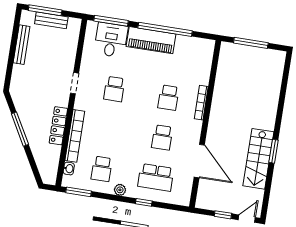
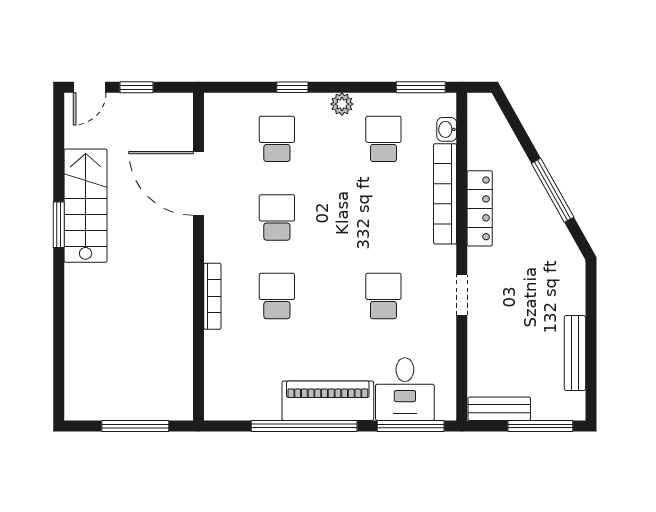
bench: (51, 20) -> (499, 409), moved
school desk: (156, 177) -> (277, 139), width x0.54

